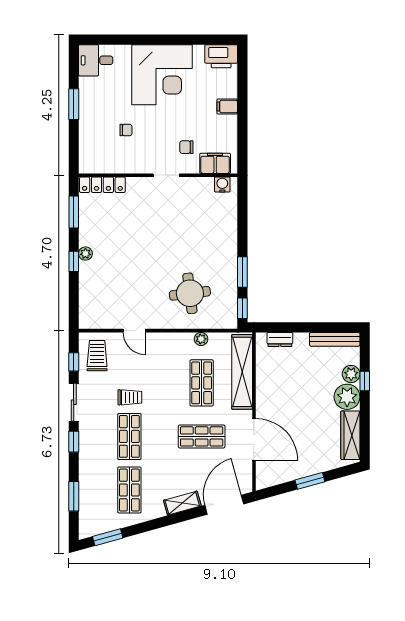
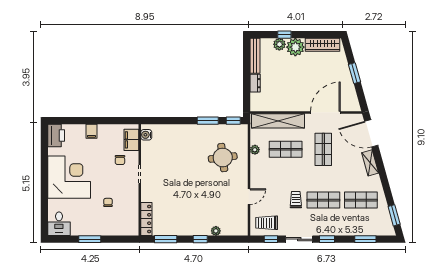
plant: (85, 254) -> (216, 231), moved
dresser: (280, 339) -> (255, 83), moved

